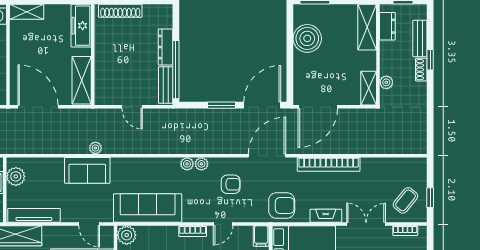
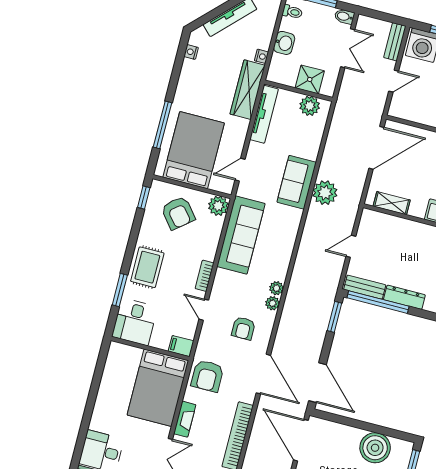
shelving: (82, 80) -> (392, 203), width x0.67, depth x0.75
window: (221, 105) -> (335, 317), moved
plant: (95, 148) -> (325, 193), width x1.88, depth x1.88

